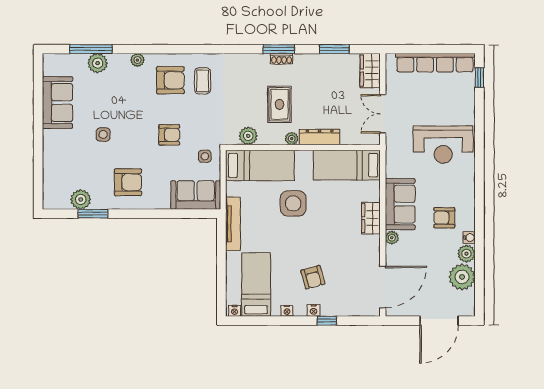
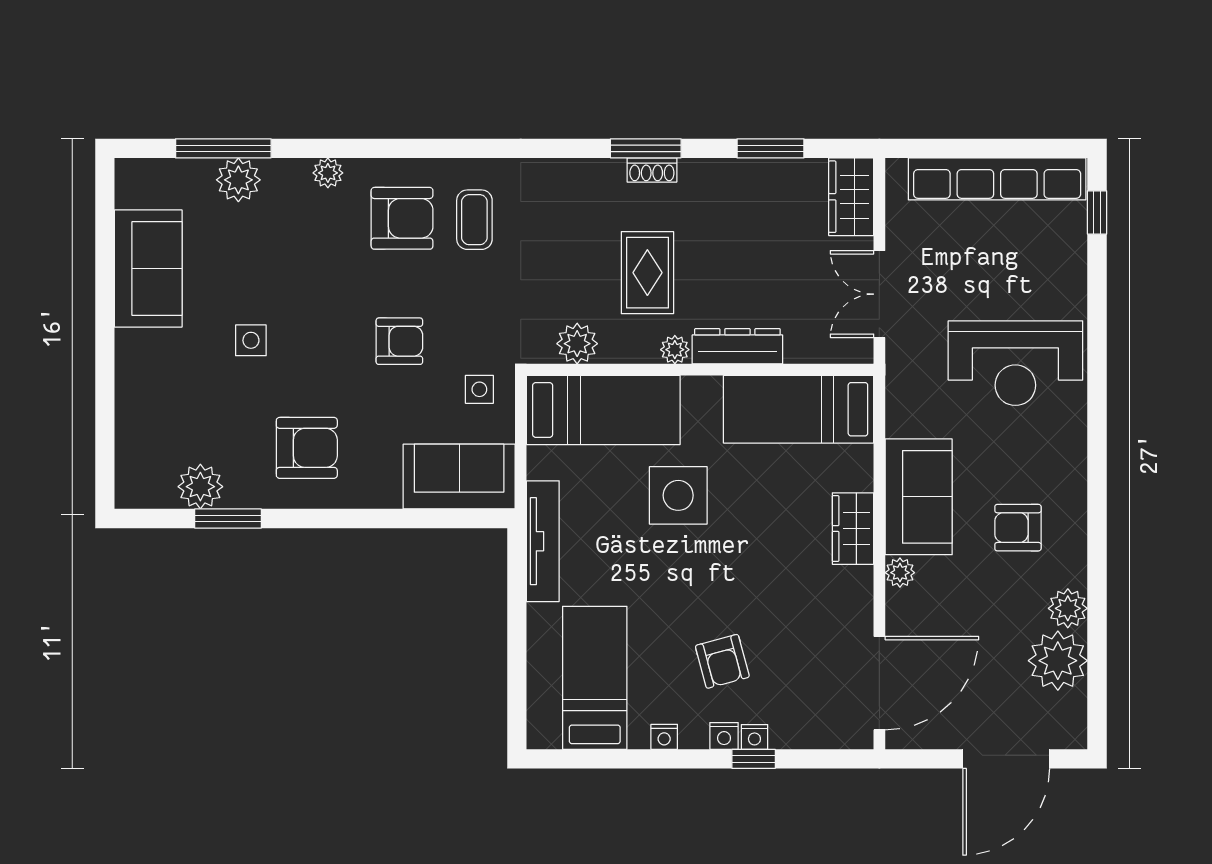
water cooler: (469, 238) -> (1074, 572), removed
nightstand: (235, 311) -> (754, 737), moved

